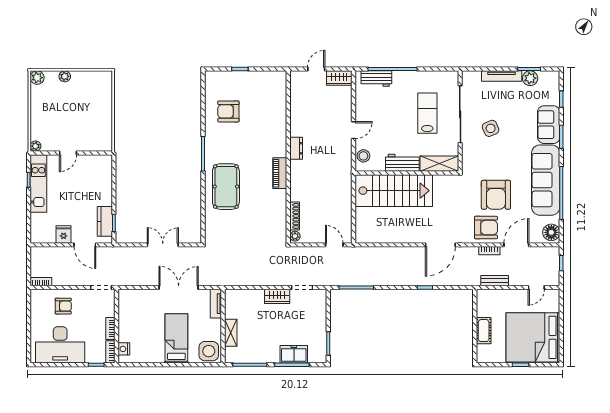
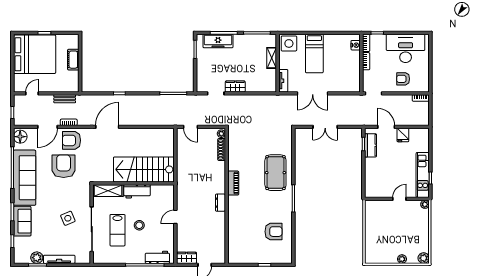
stool: (363, 156) -> (139, 225), moved
freezer: (294, 354) -> (218, 41), width x1.40

